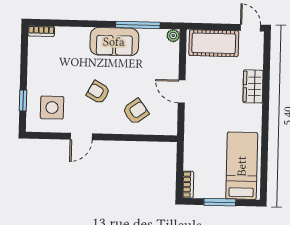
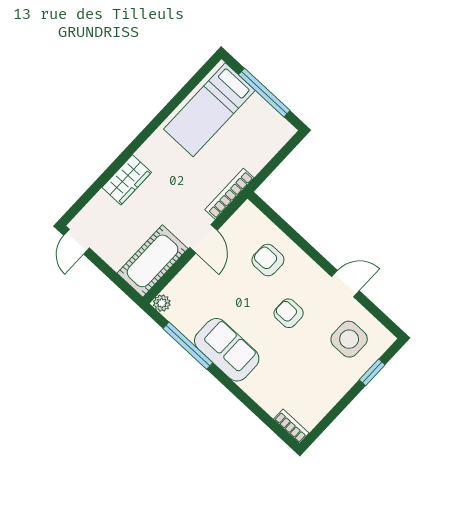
cot: (214, 43) -> (153, 261), moved, turned 90
armchair: (98, 92) -> (289, 313), turned 151
armchair: (136, 111) -> (268, 260), turned 36
bookcase: (188, 185) -> (229, 194), moved, width x1.56
window: (220, 202) -> (264, 93), width x1.44

